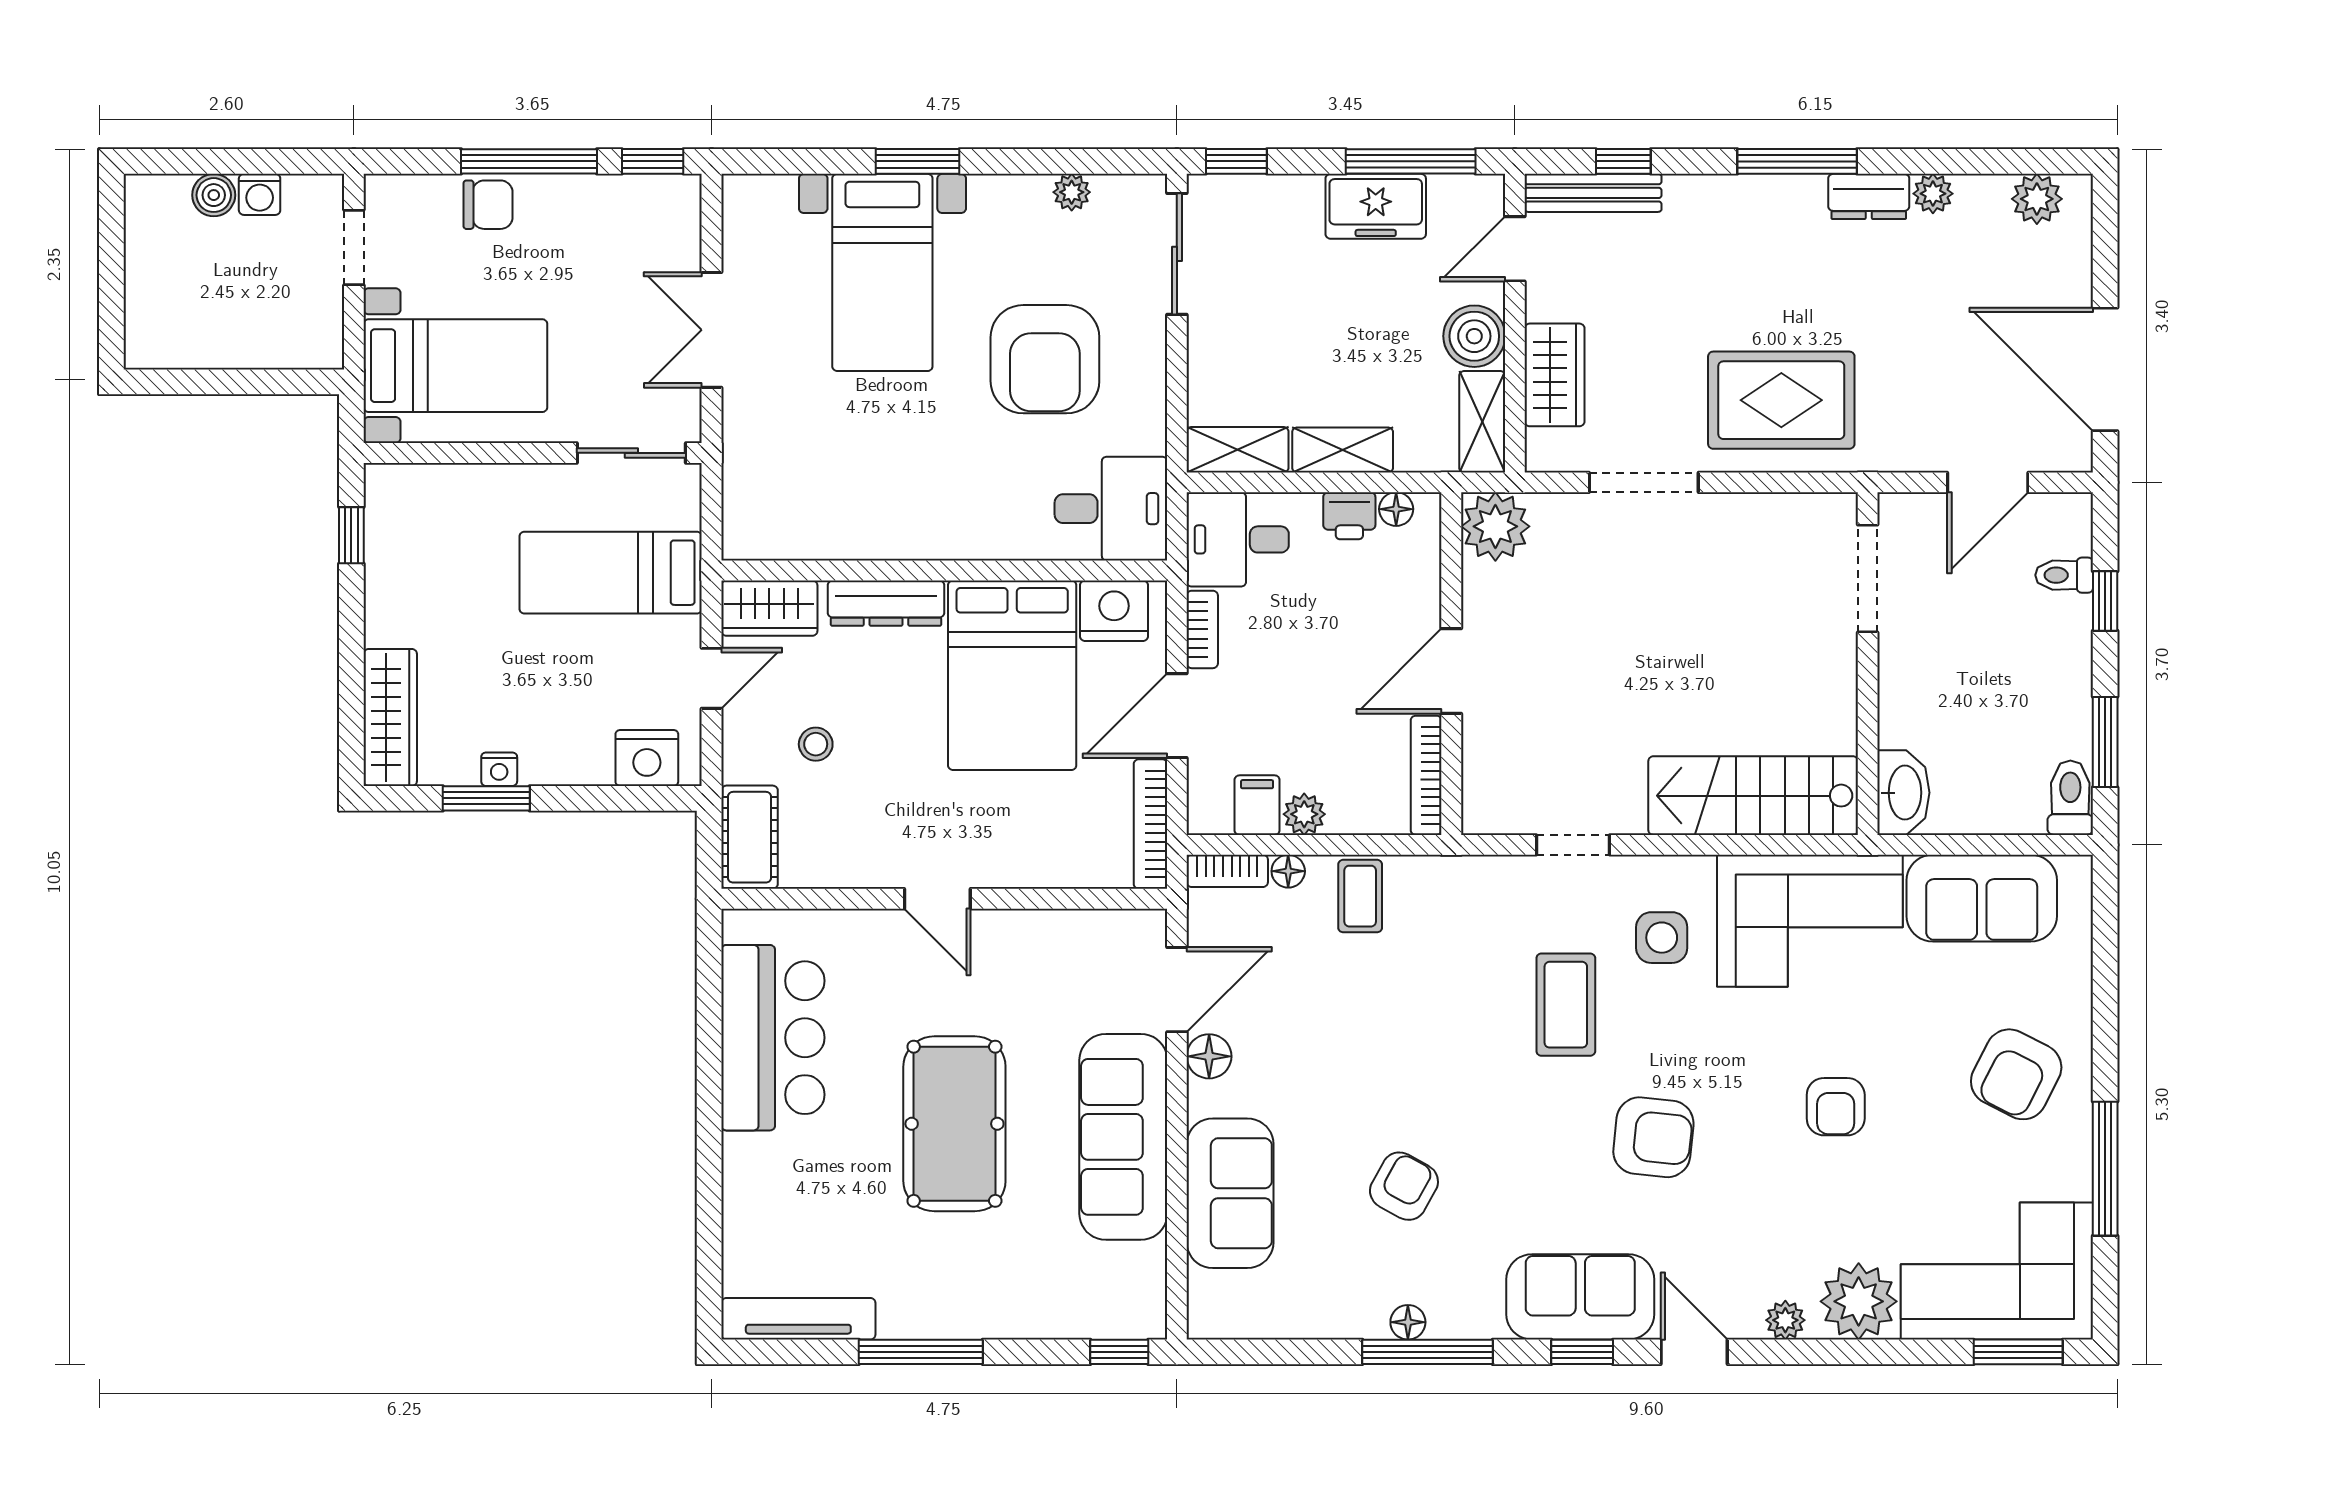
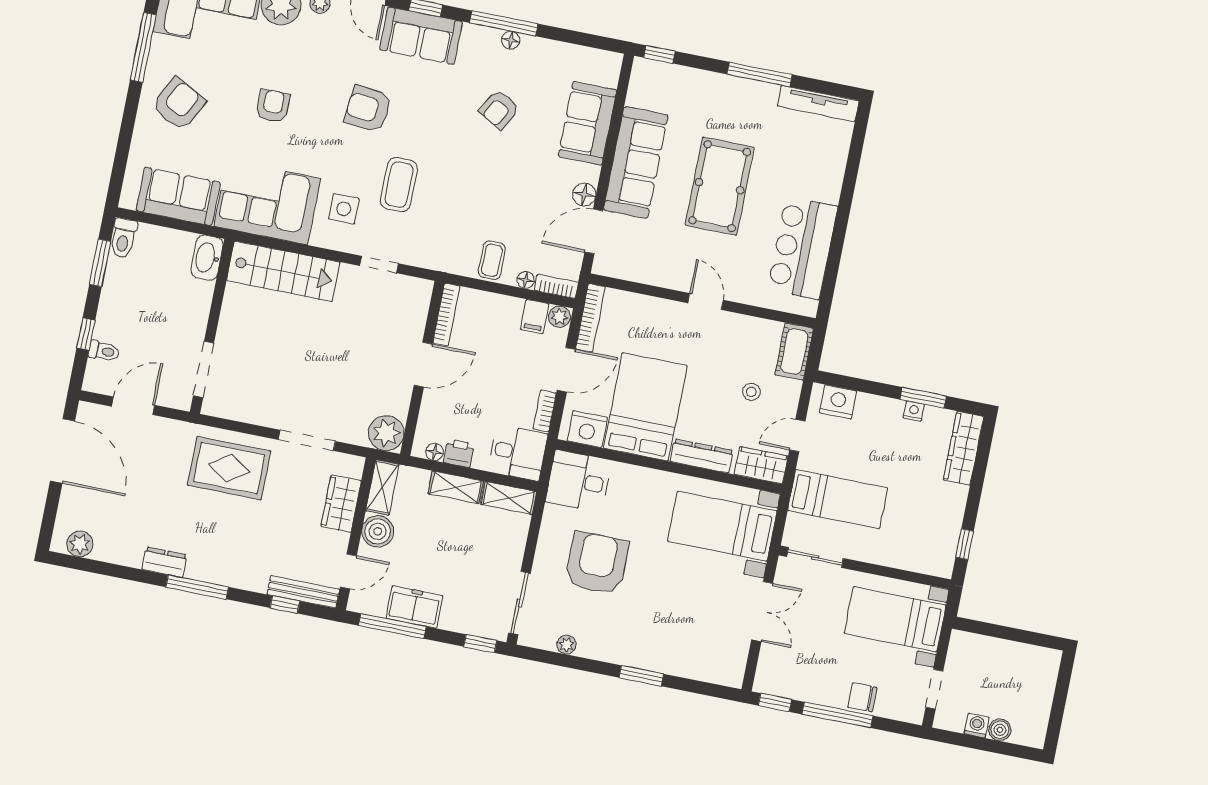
plant: (1933, 194) -> (132, 557), removed
bed with nightstands: (882, 272) -> (722, 526), moved, turned -90
plant: (1304, 814) -> (559, 317), moved

